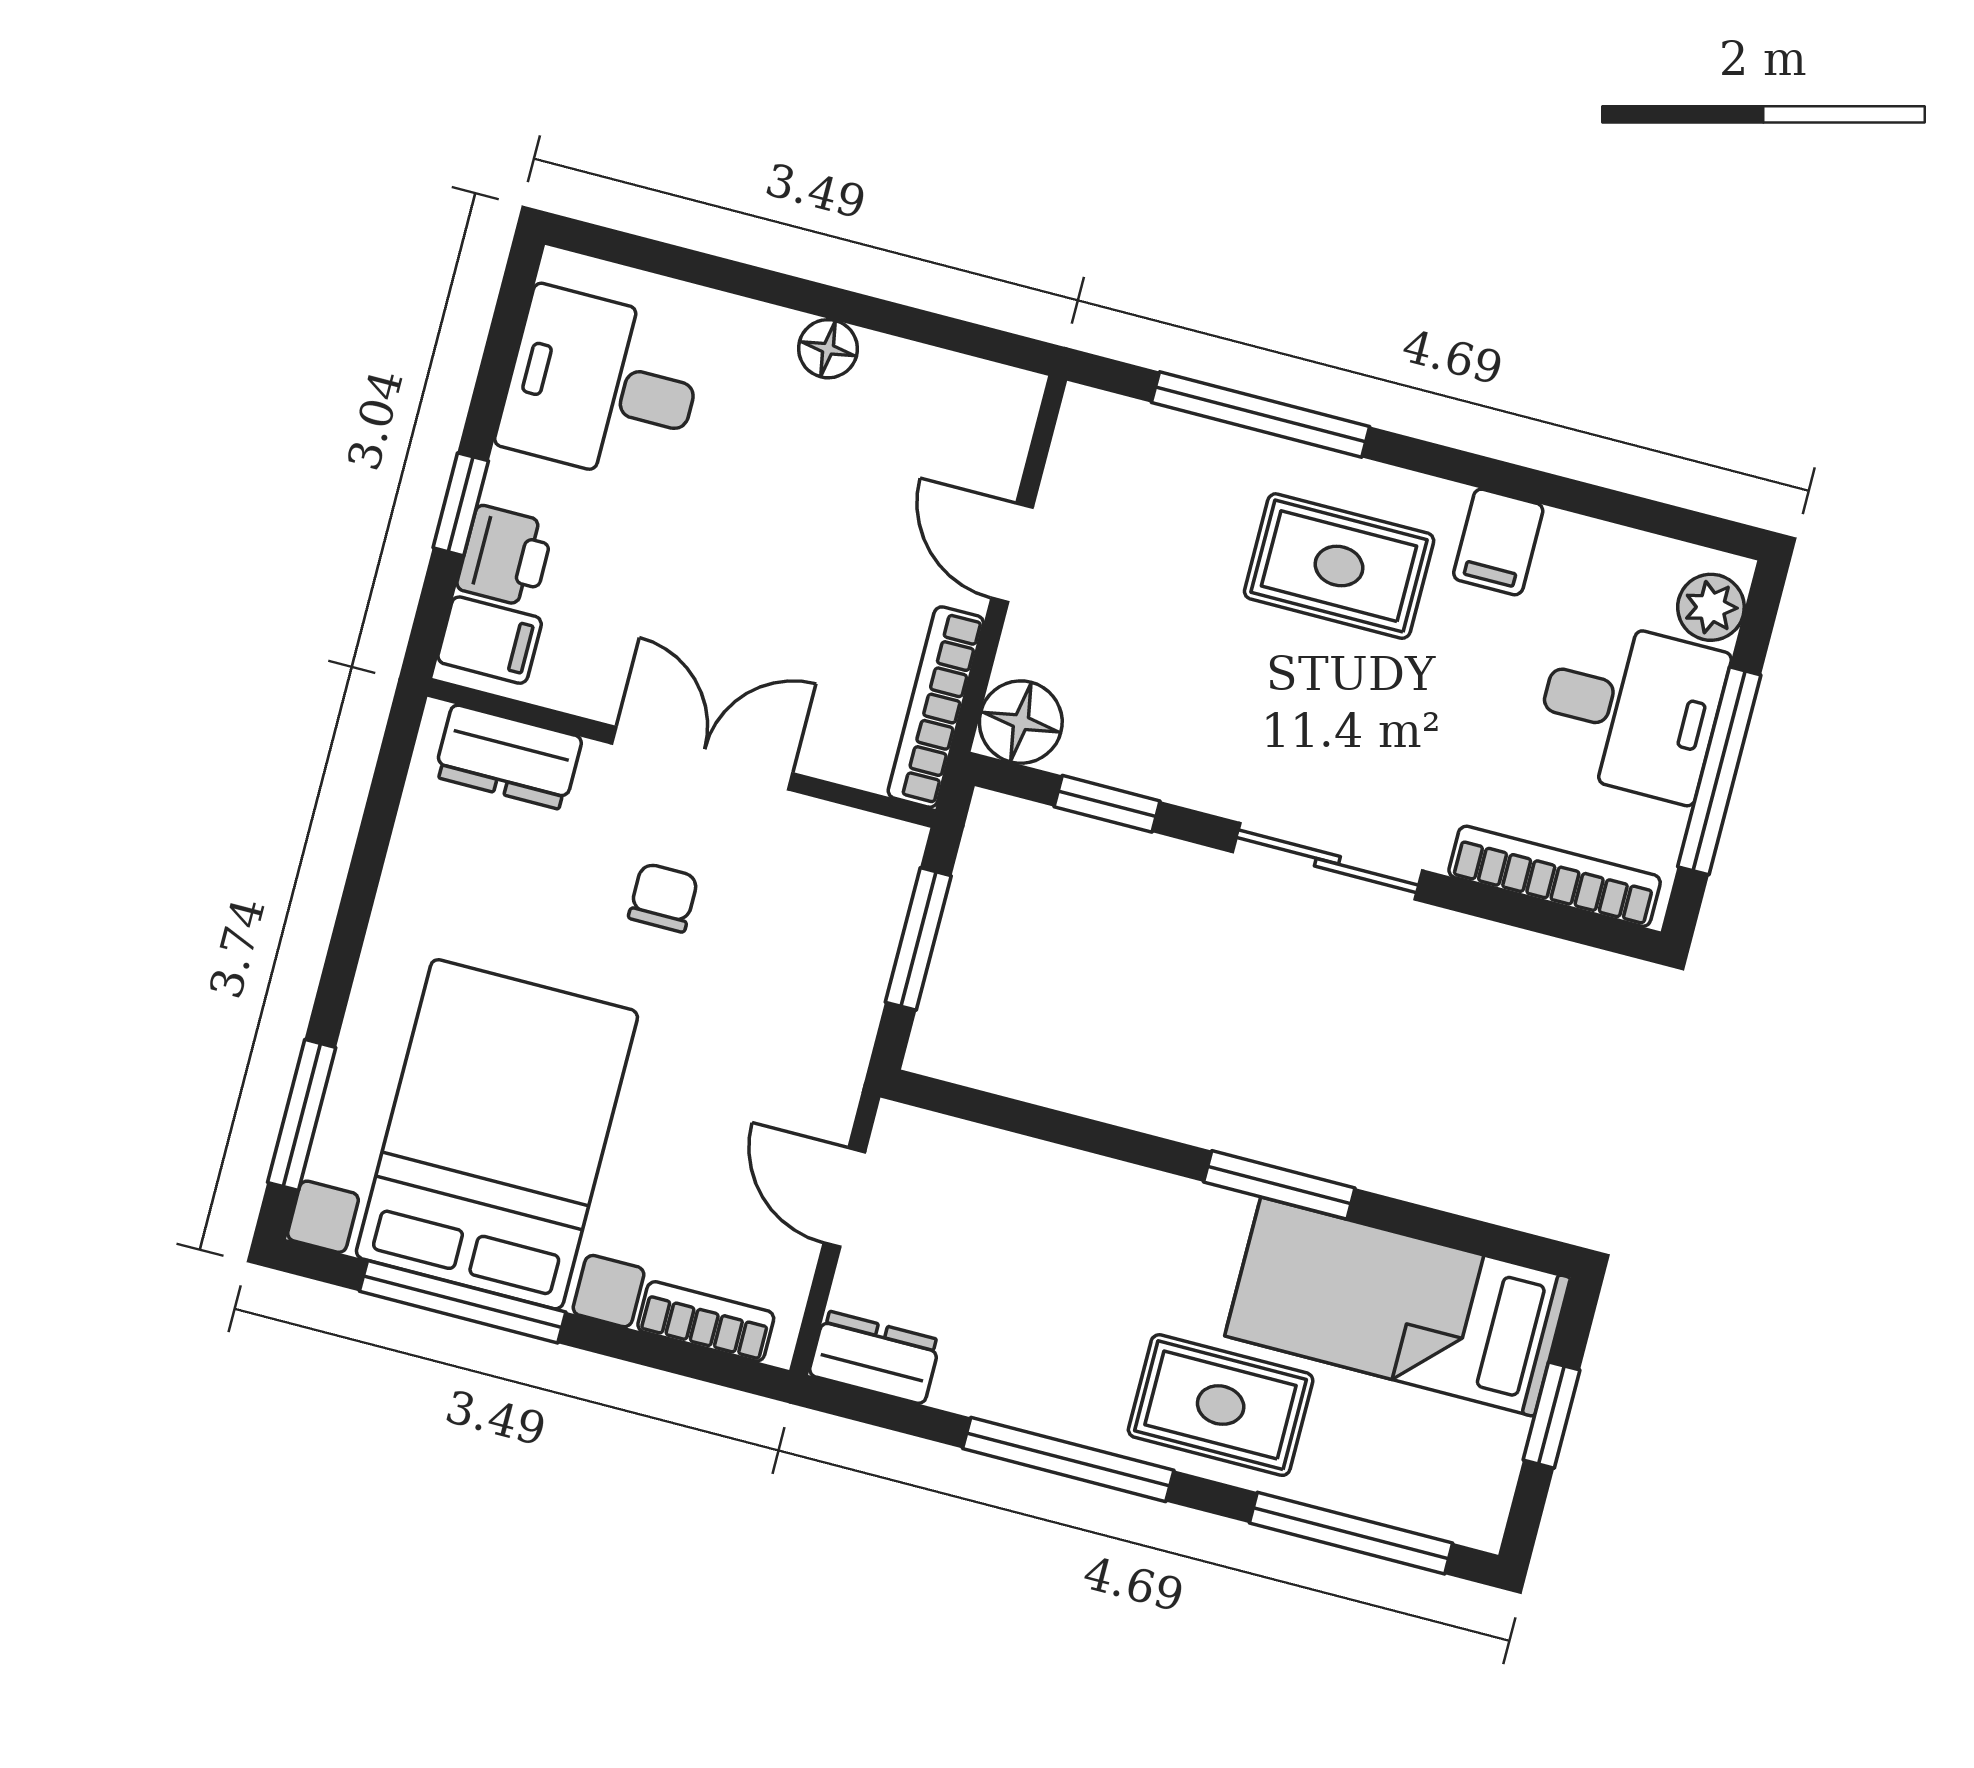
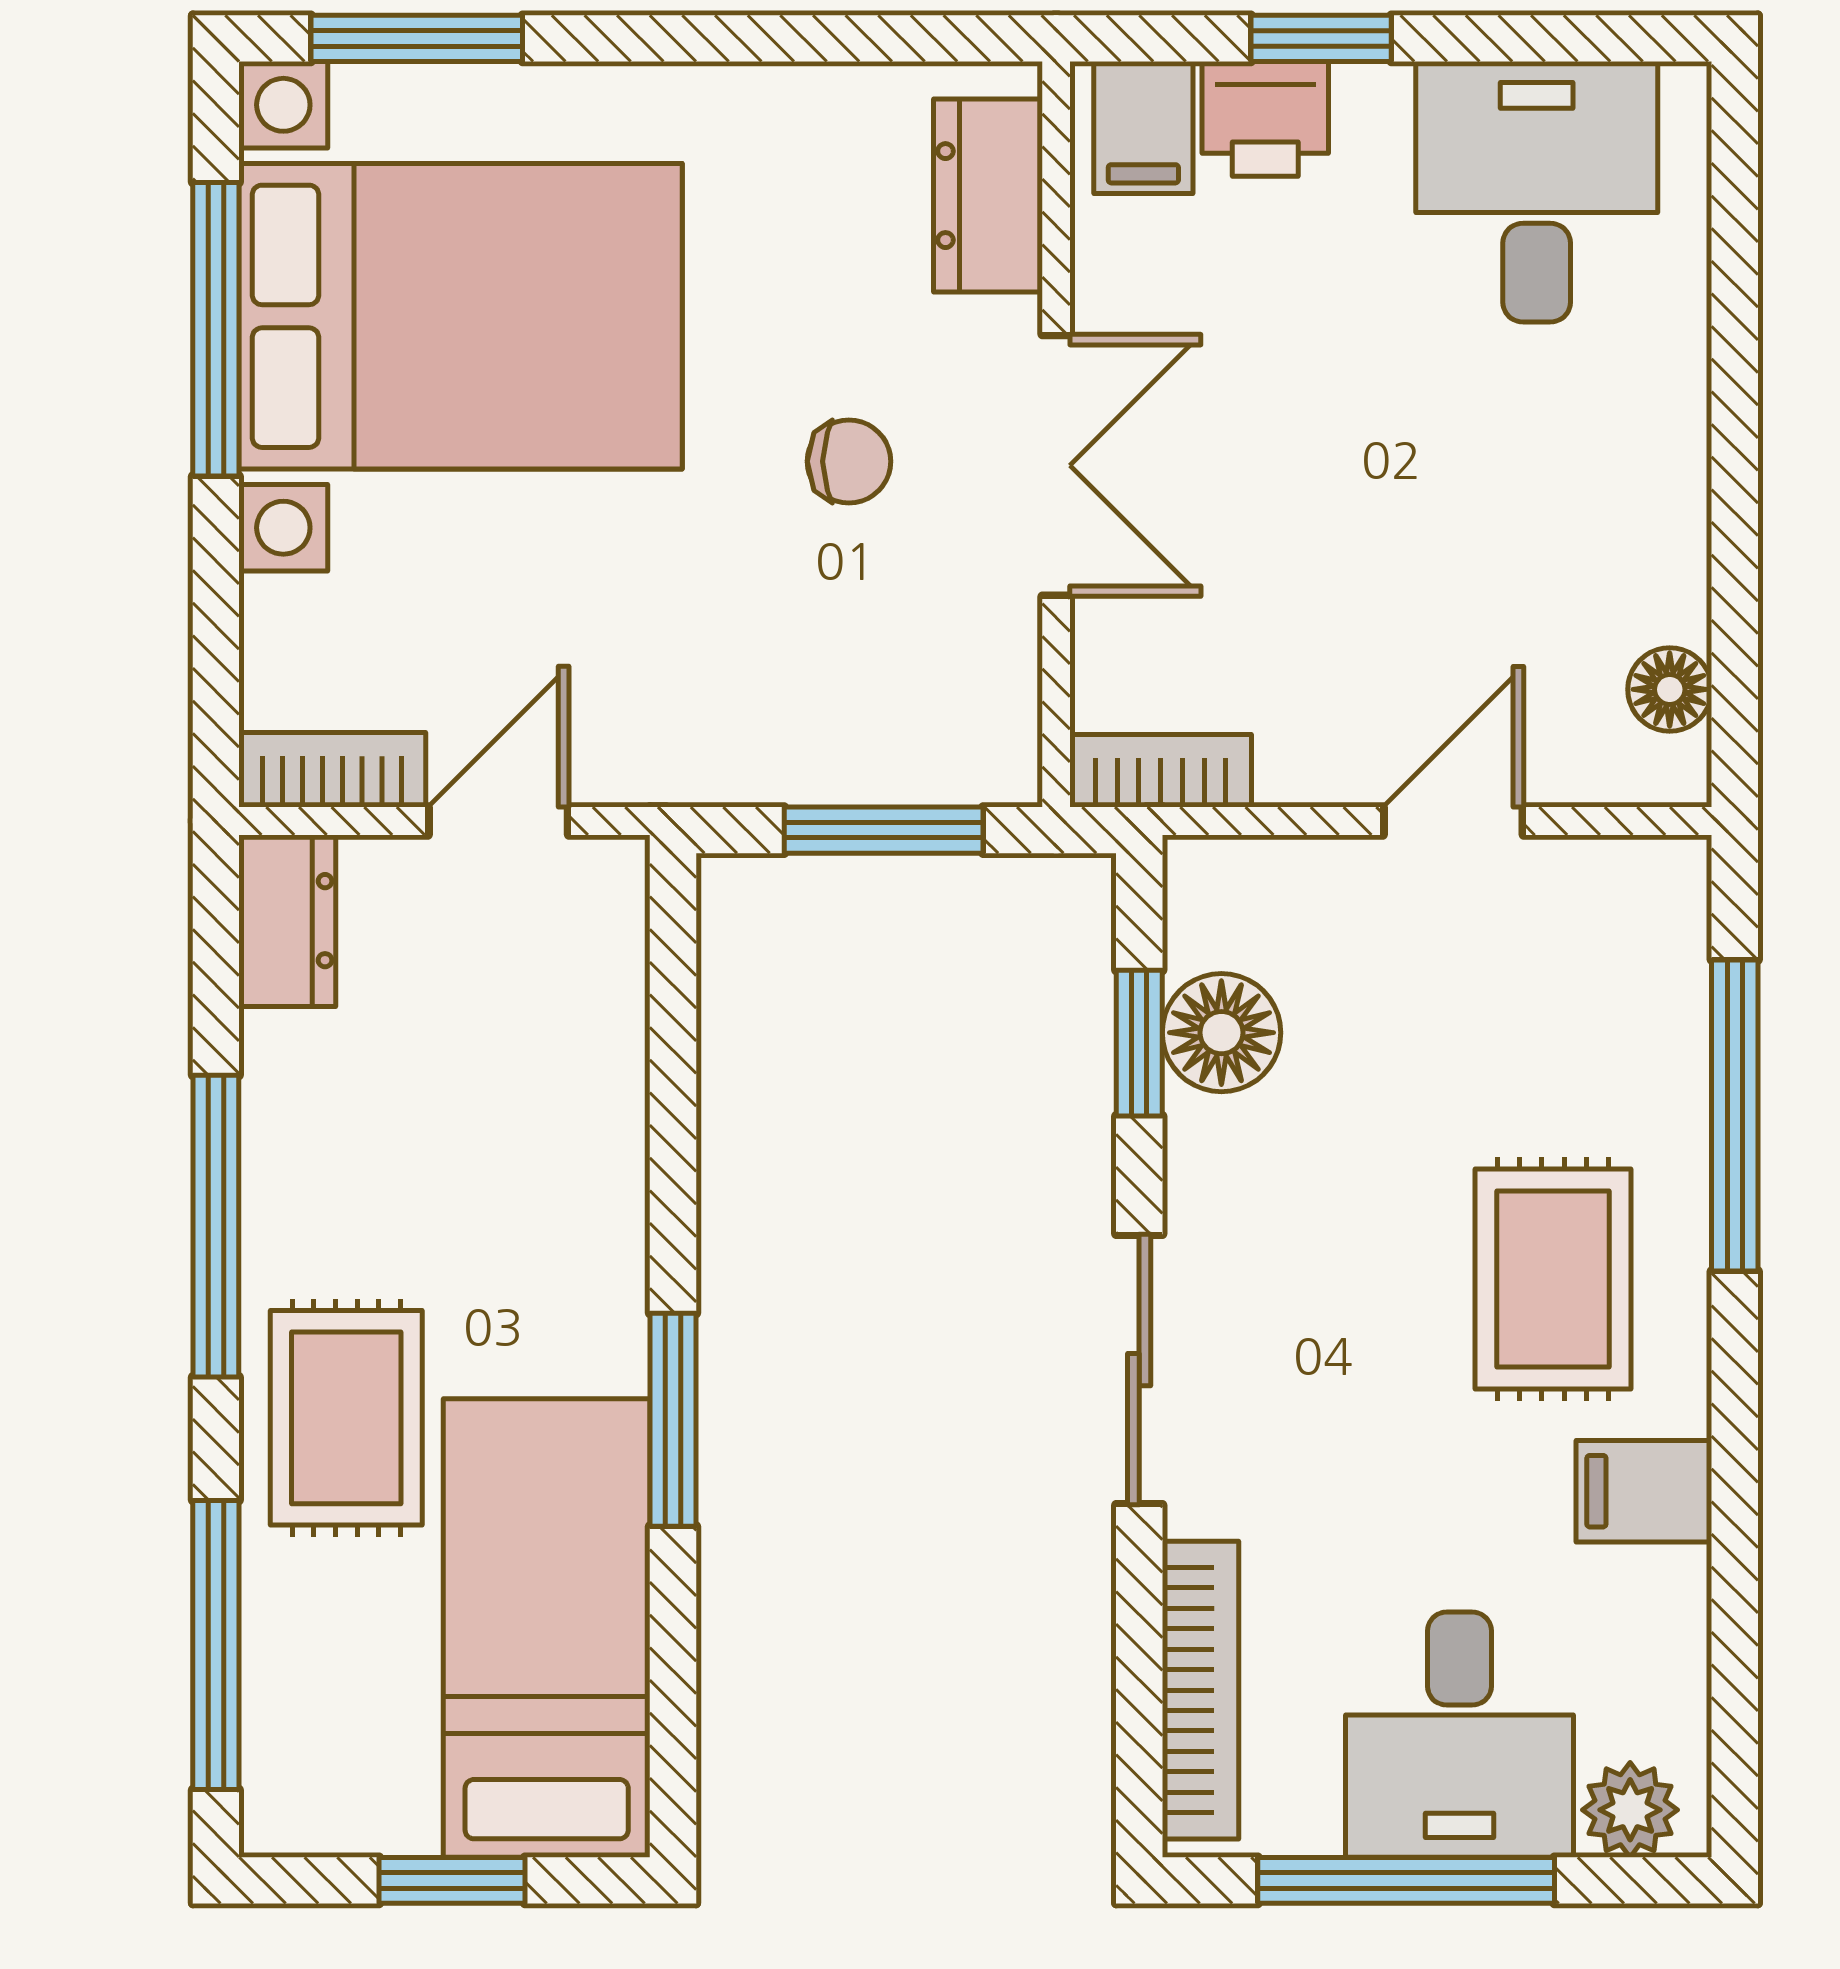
floor lamp: (828, 349) -> (1670, 689), moved
bookcase: (936, 707) -> (1161, 771), width x0.64
floor lamp: (1021, 722) -> (1221, 1033), moved
bookcase: (706, 1321) -> (332, 770), moved, turned -90

